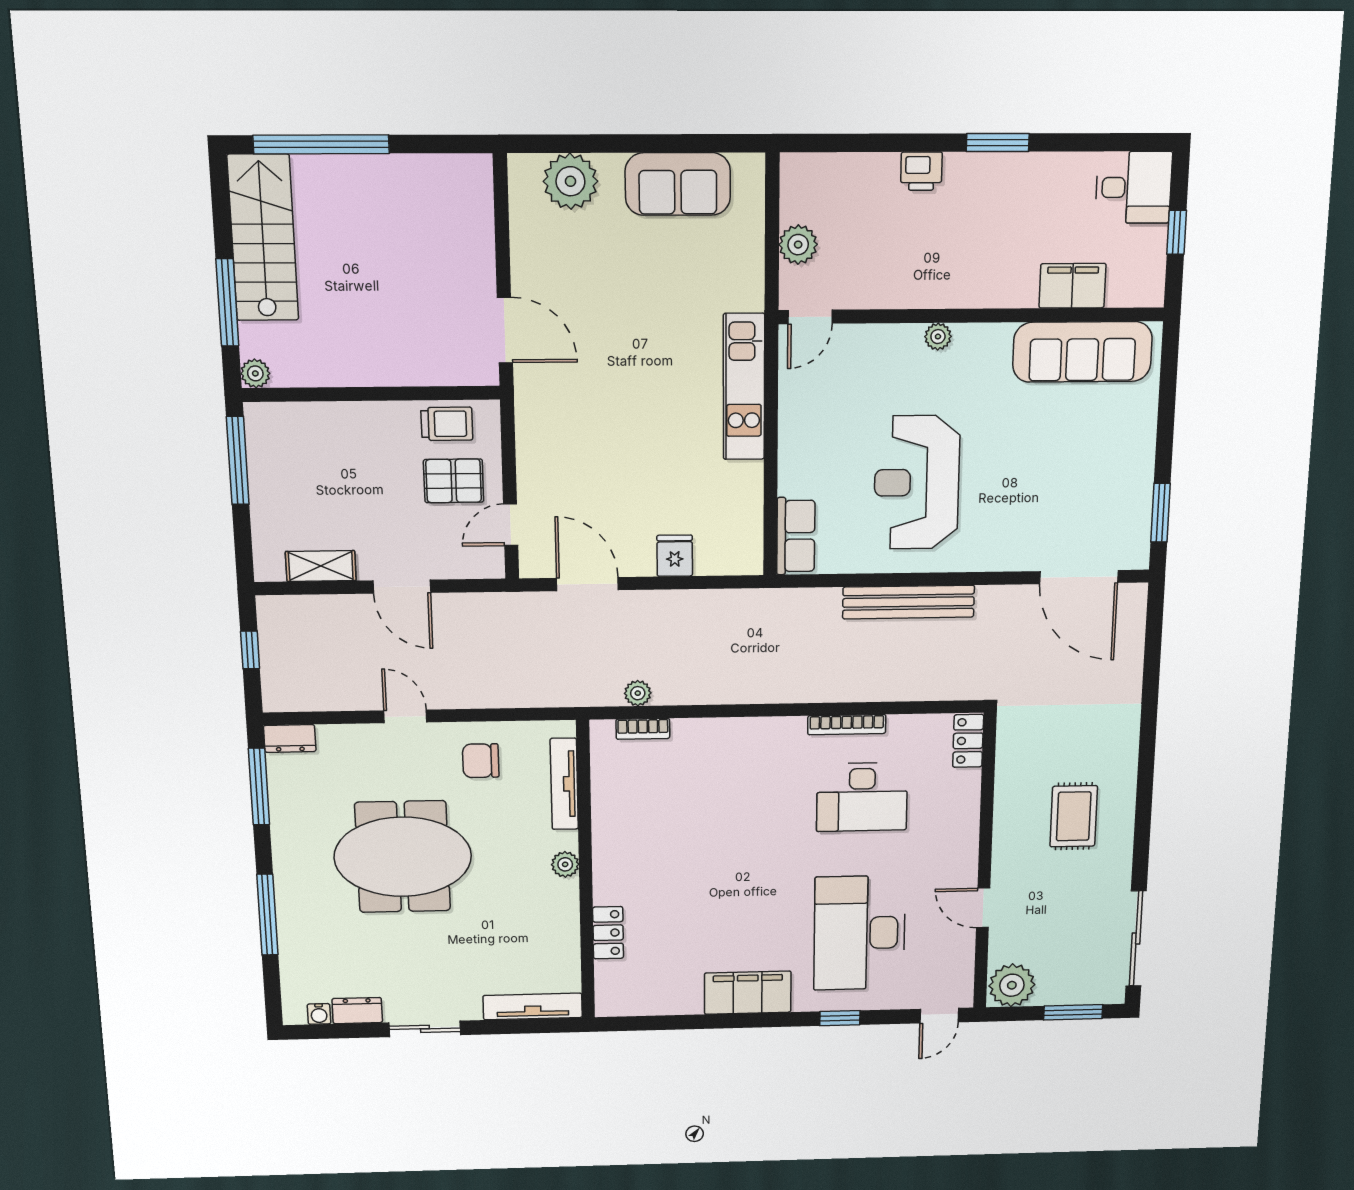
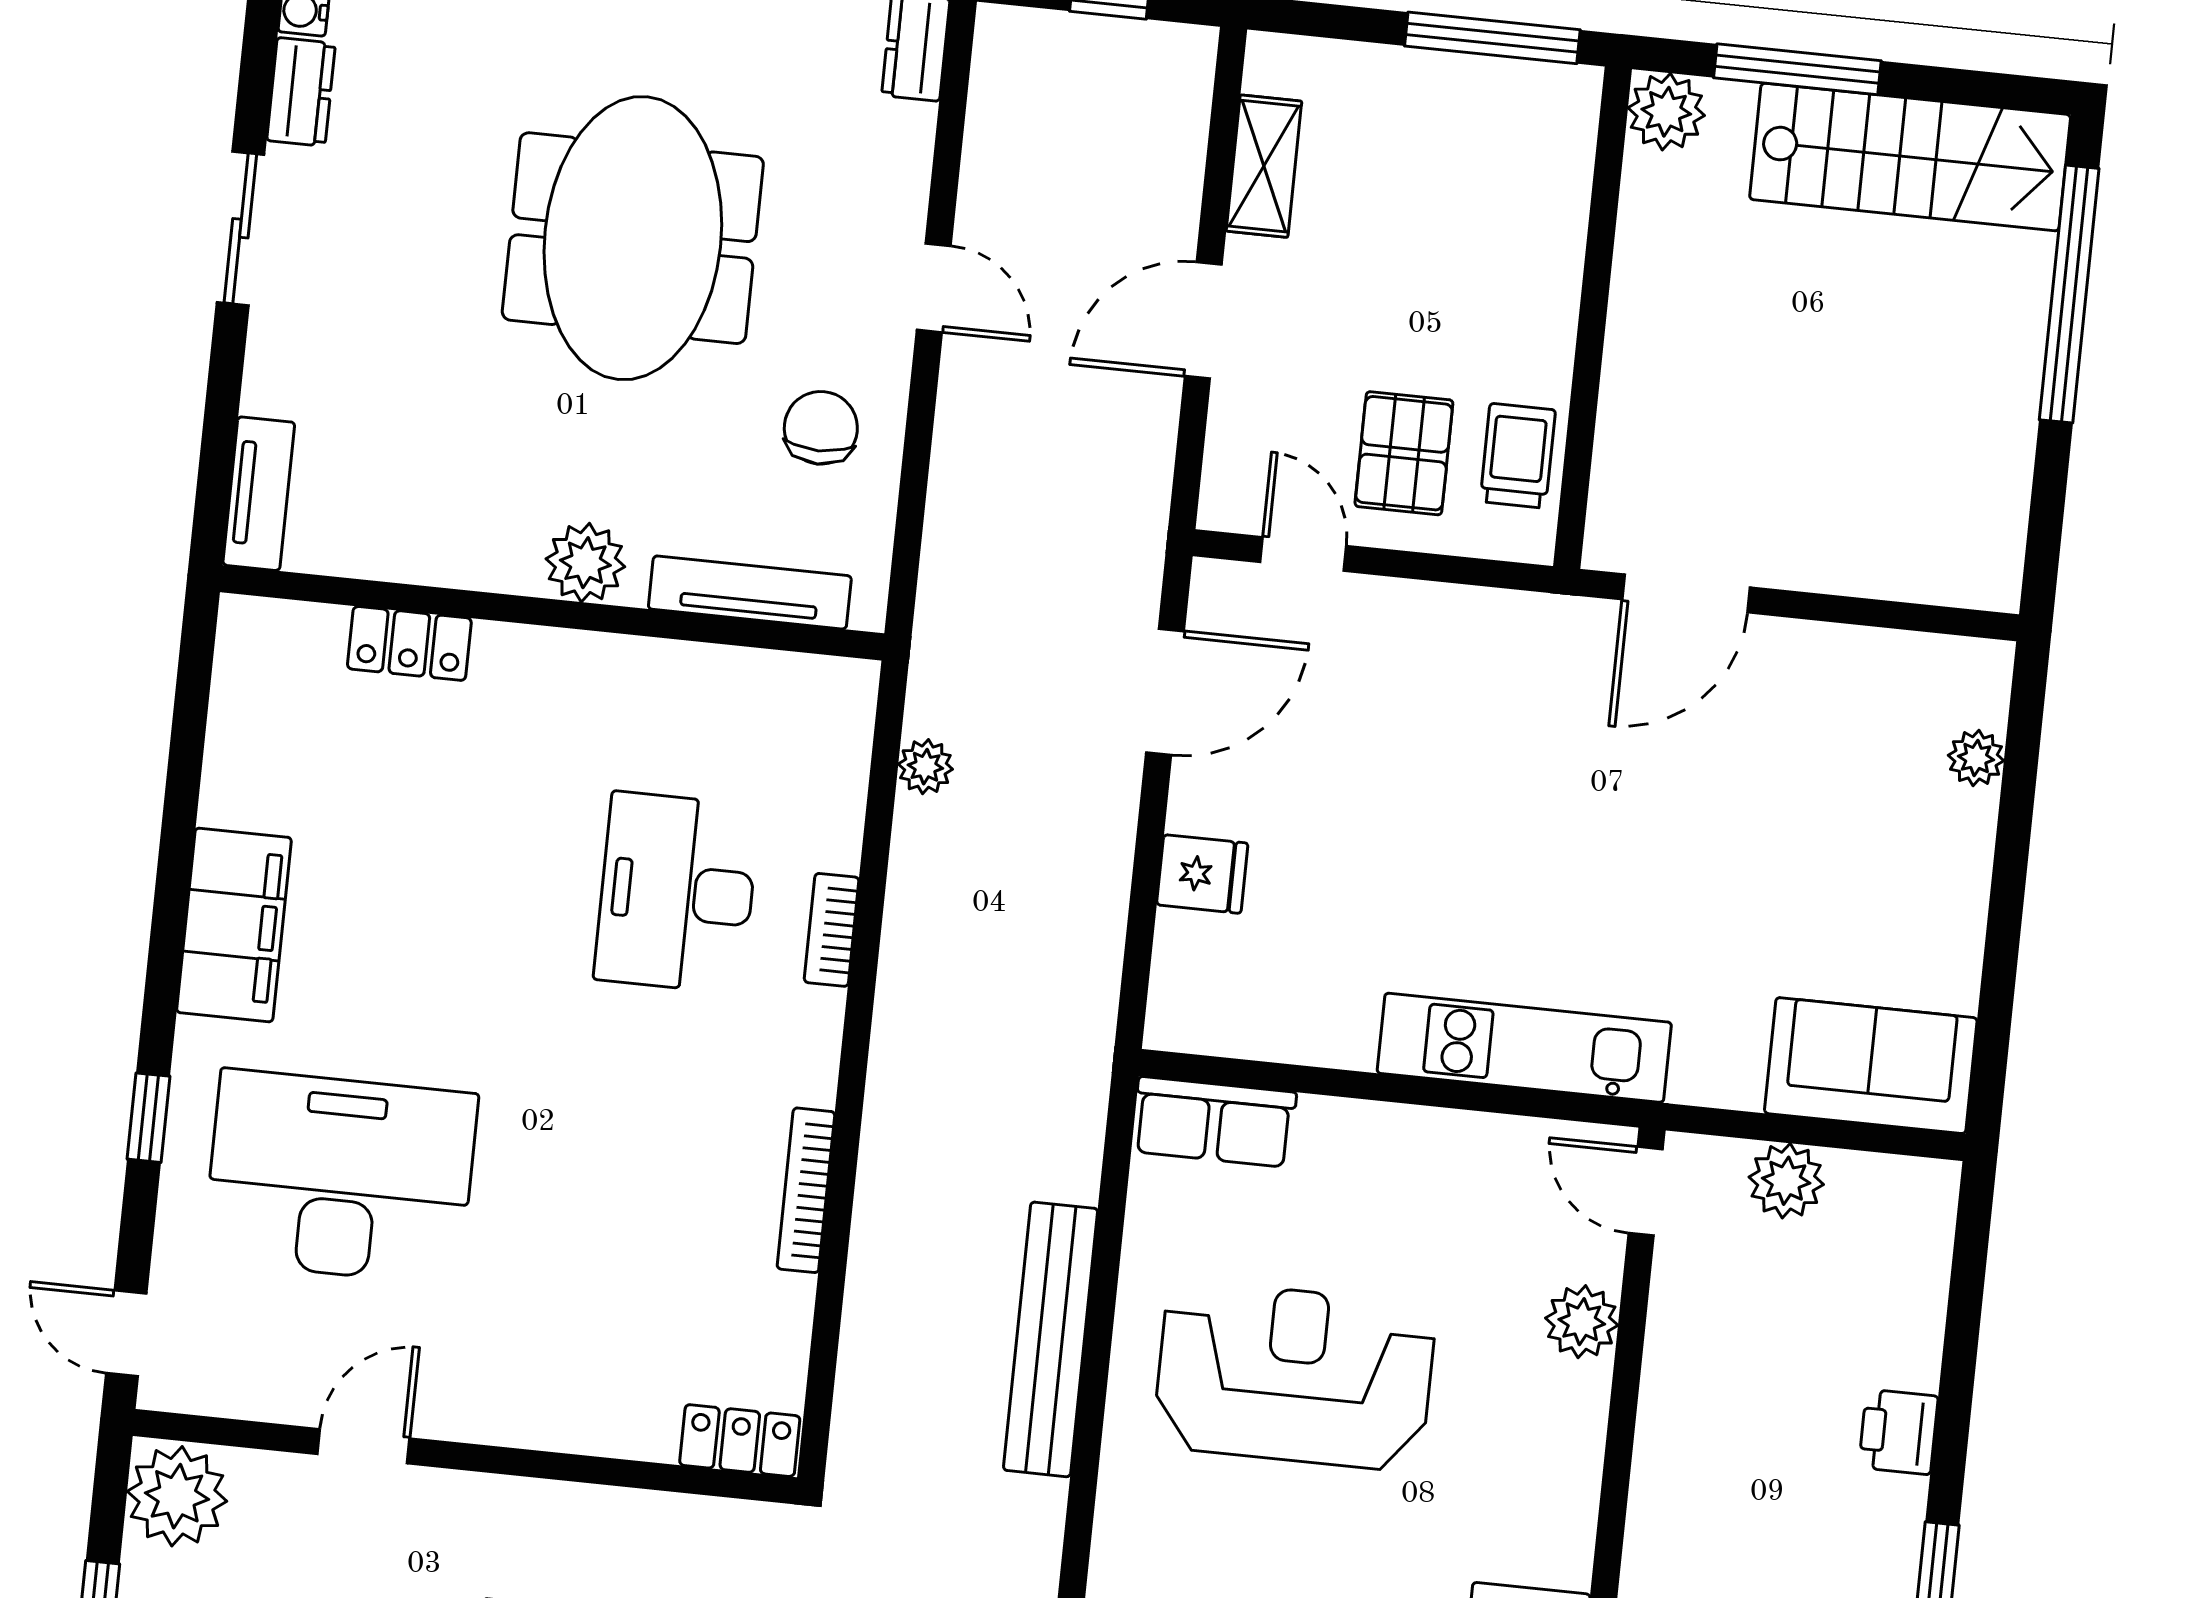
plant: (570, 181) -> (1976, 758), width x0.53, depth x0.53
sofa: (678, 184) -> (1871, 1066), moved, turned 90
plant: (938, 337) -> (1582, 1322), moved, width x1.38, depth x1.38
plant: (255, 373) -> (1666, 112), width x1.38, depth x1.38
trolley: (447, 424) -> (1518, 456), turned 180
door: (405, 716) -> (934, 288), hinge flipped
bookcase: (643, 729) -> (832, 930), moved
desk: (862, 797) -> (677, 892), moved
plant: (565, 864) -> (585, 563), width x1.38, depth x1.38
tv unit: (533, 1006) -> (259, 494), width x0.71

